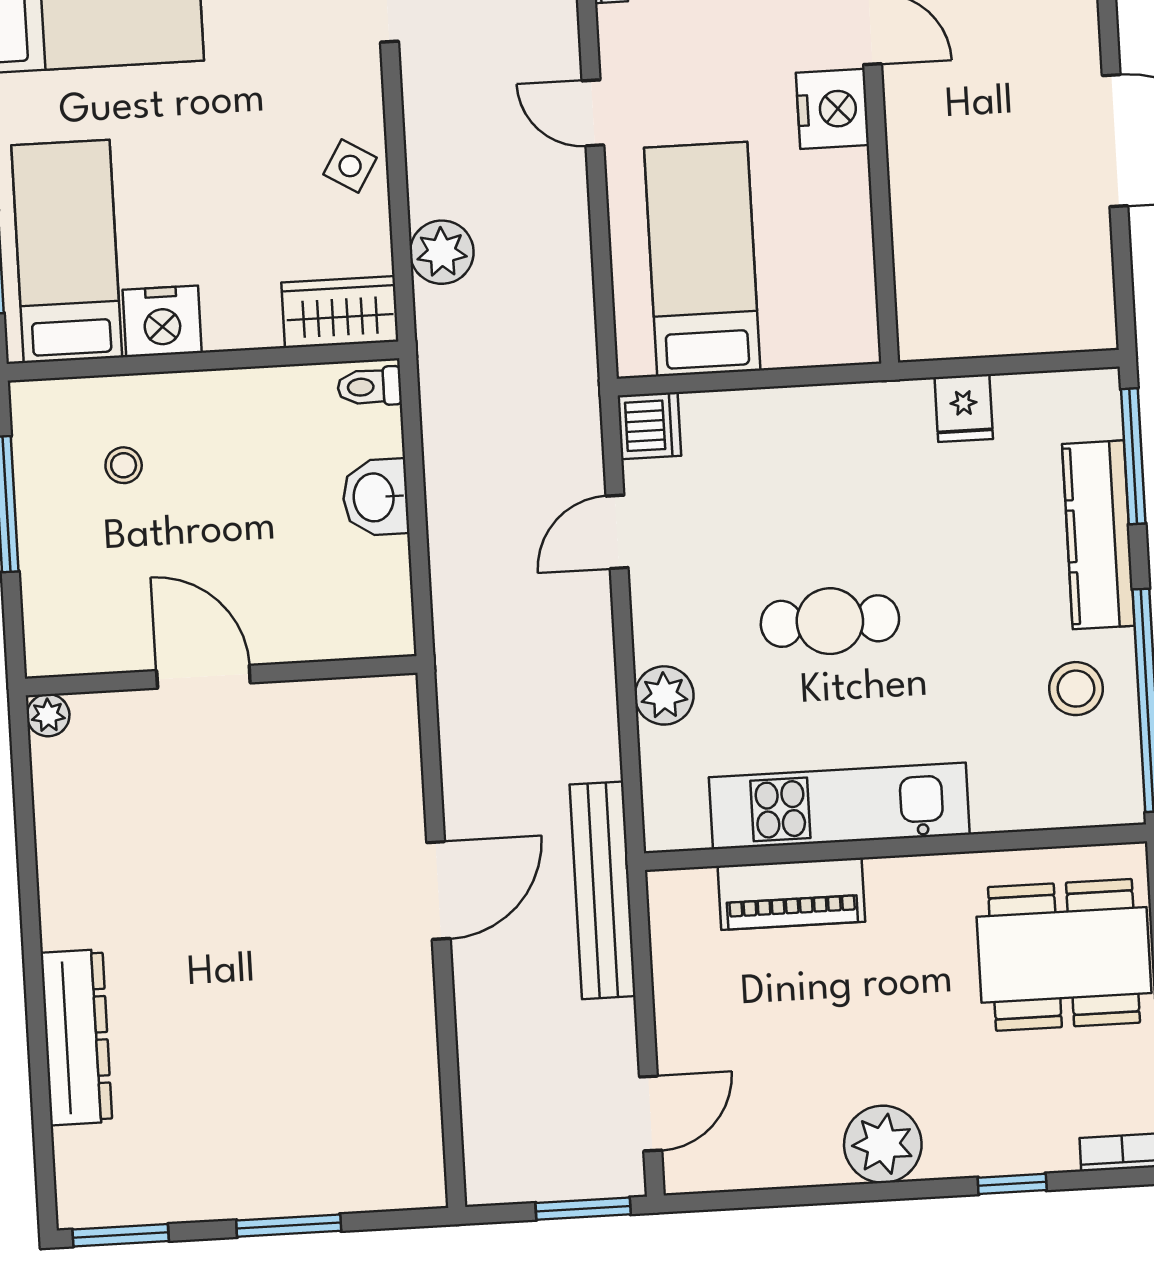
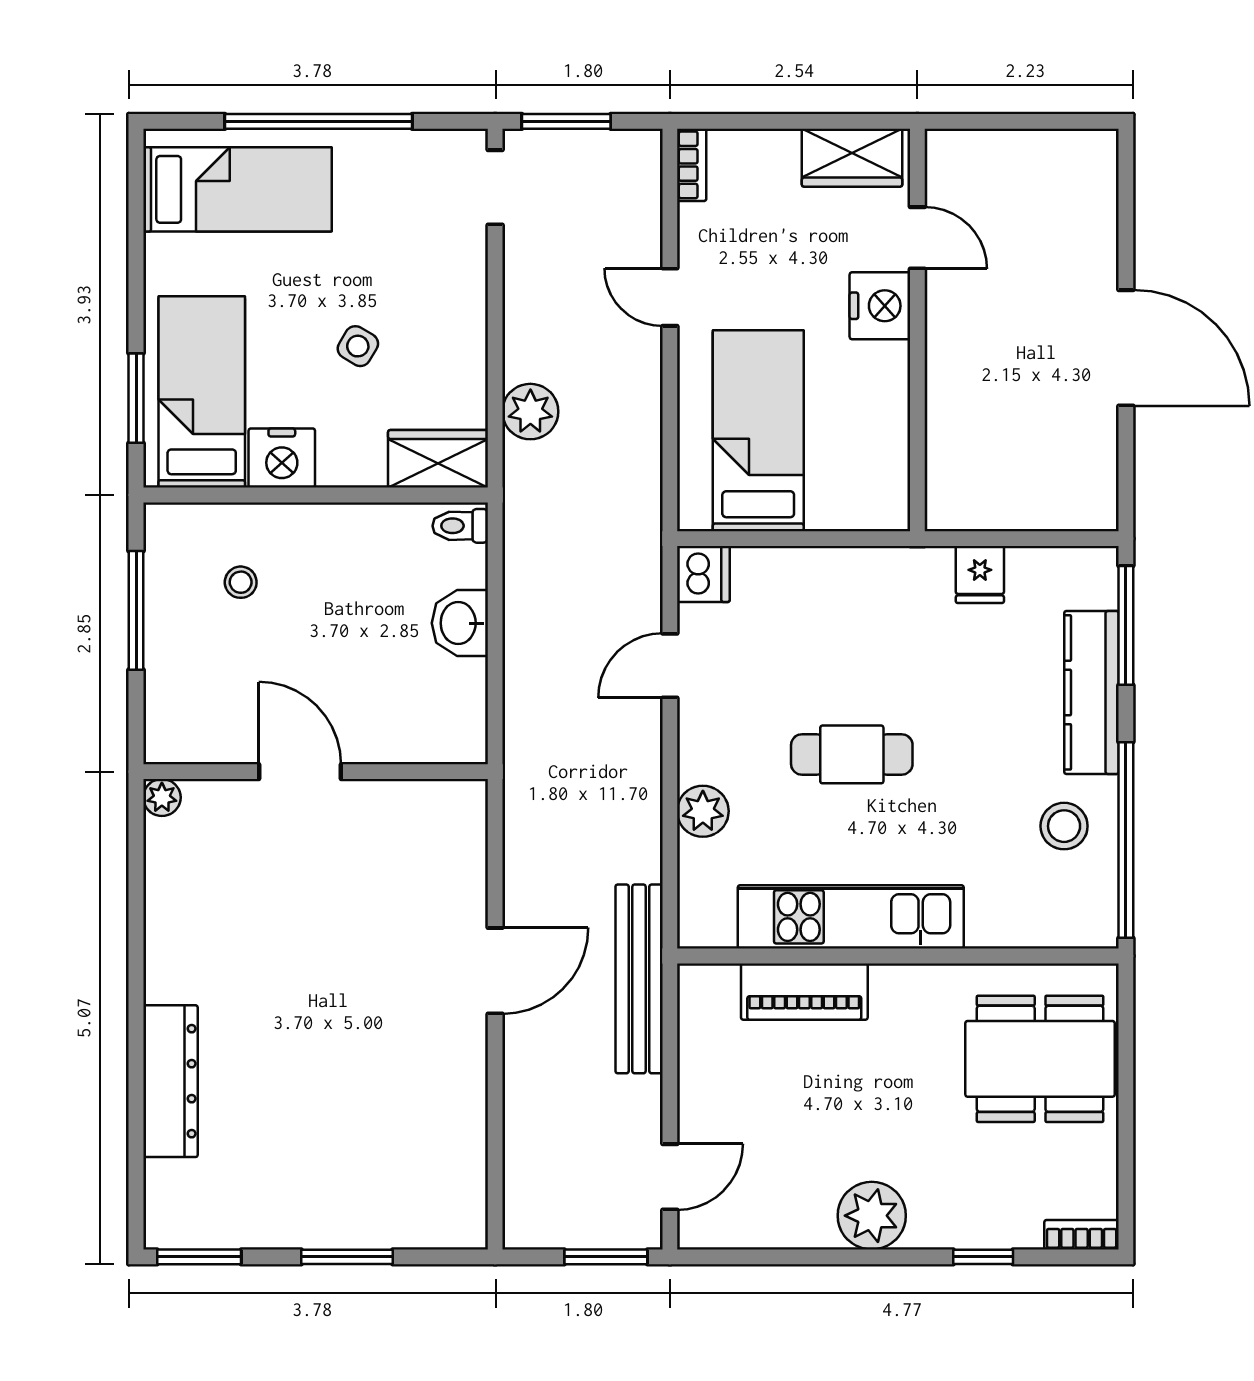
side table: (350, 166) -> (358, 346), moved

